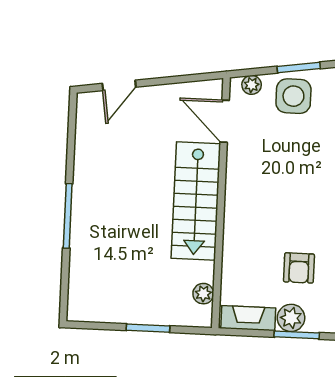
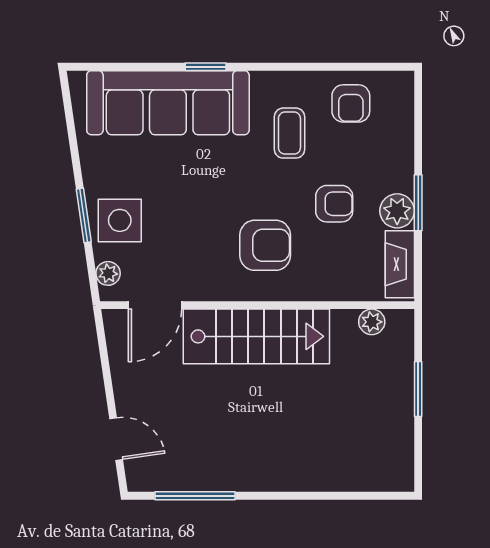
armchair: (268, 211) -> (265, 245), added
window: (68, 216) -> (195, 496), moved

